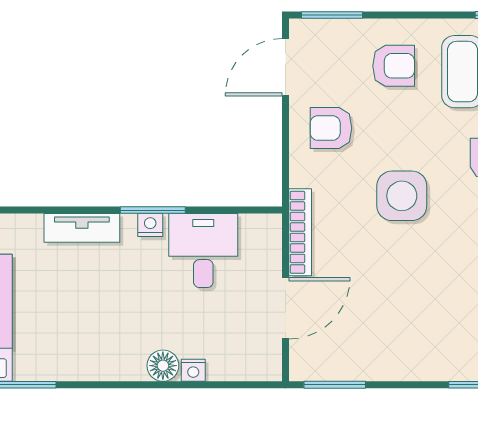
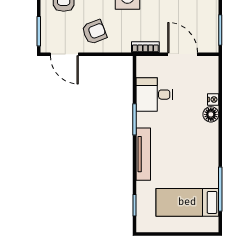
armchair: (331, 128) -> (94, 32), turned -111
nightstand: (150, 225) -> (142, 121), removed
tv unit: (82, 228) -> (143, 154), width x1.41
bookcase: (300, 232) -> (145, 47), width x0.64

